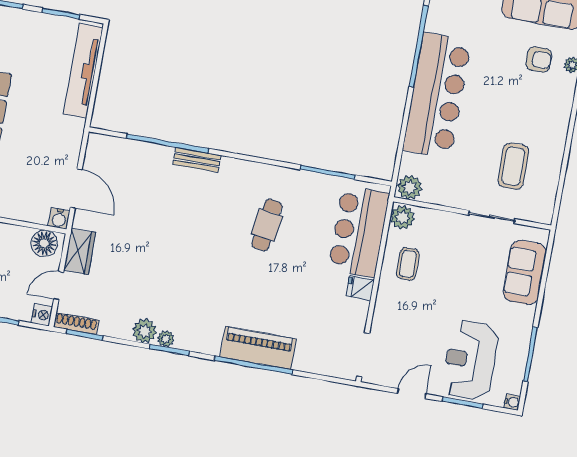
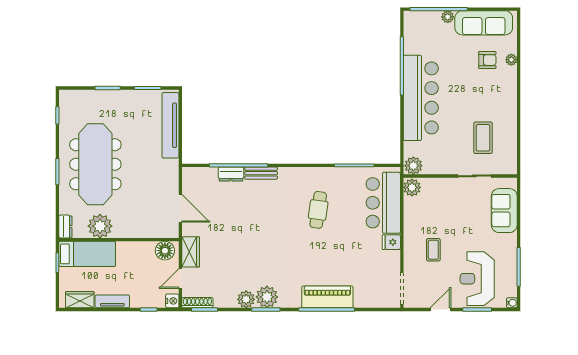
dresser: (155, 154) -> (231, 174), added
water cooler: (59, 219) -> (172, 232), removed
coffee table: (408, 264) -> (433, 250), moved
plant: (166, 339) -> (267, 297), width x1.87, depth x1.87

